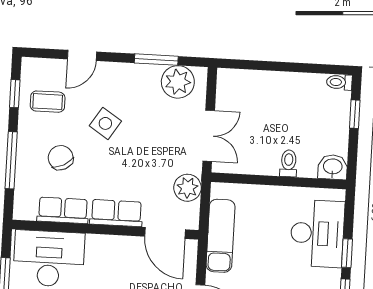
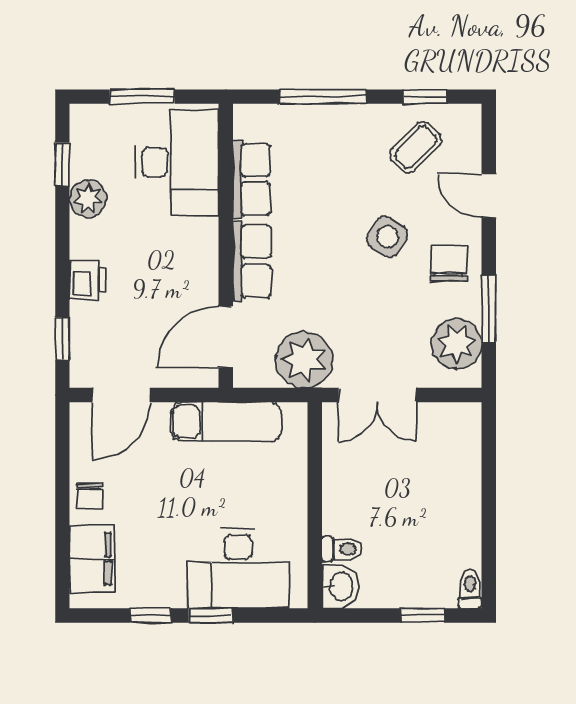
coffee table: (48, 102) -> (416, 147), turned 44
chair: (61, 158) -> (449, 263), moved, turned -63
toilet: (289, 163) -> (342, 549), moved
plant: (187, 188) -> (304, 360), width x1.36, depth x1.36

